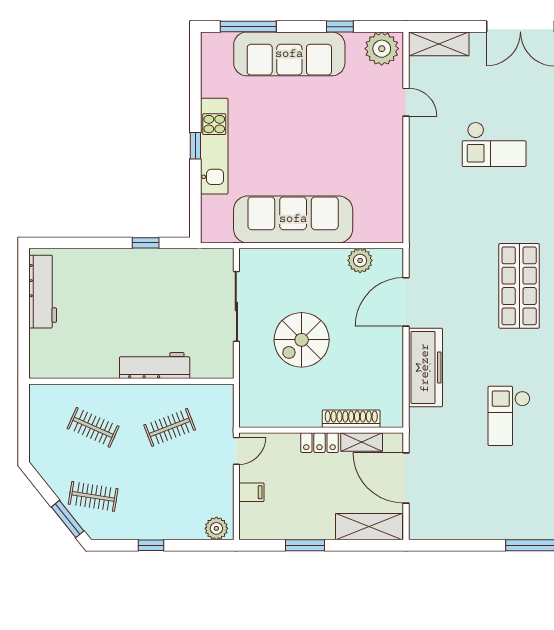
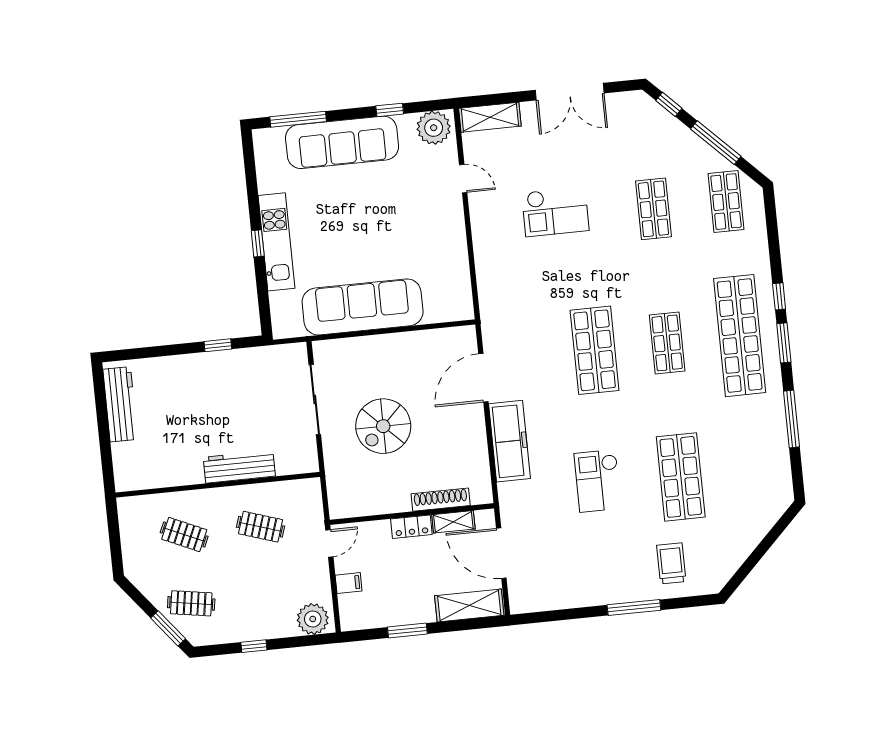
plant: (360, 260) -> (433, 341), removed
clothes rail: (170, 427) -> (261, 527), turned 39
plant: (216, 528) -> (313, 619), width x1.36, depth x1.36

